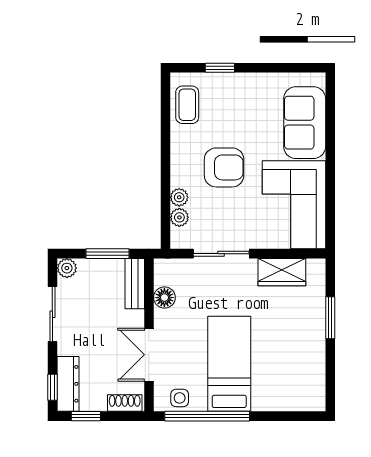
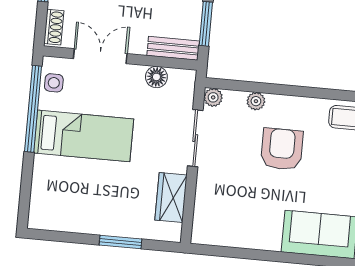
armchair: (224, 167) -> (282, 149), turned 180
corner sofa: (294, 205) -> (238, 216), removed
plant: (179, 217) -> (213, 97), moved

